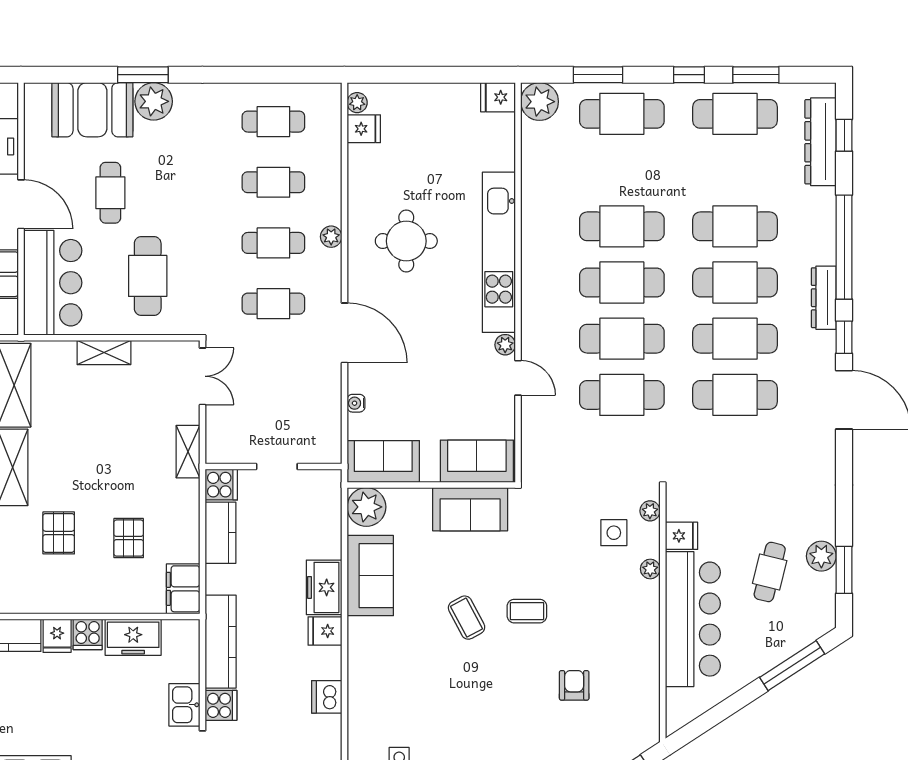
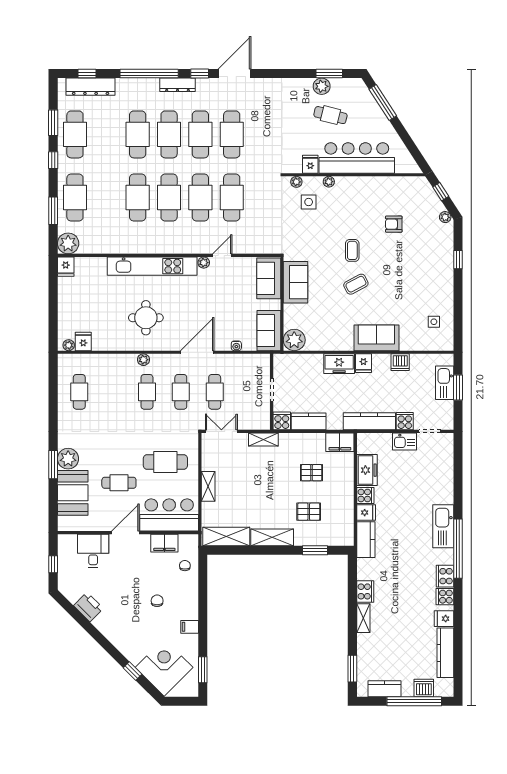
cafe table: (273, 182) -> (215, 392), moved
sofa: (370, 576) -> (376, 338), moved

